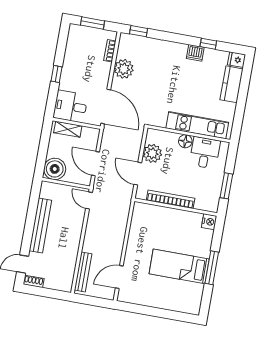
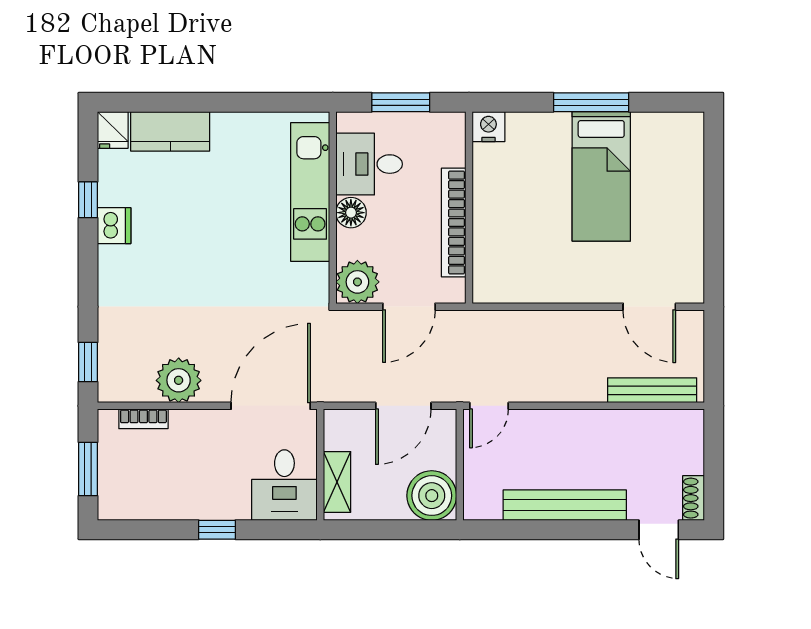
kitchen unit: (197, 125) -> (310, 192), moved
wall: (189, 134) -> (333, 208), moved
floor lamp: (185, 141) -> (351, 213), moved
desk: (205, 153) -> (369, 164), moved

